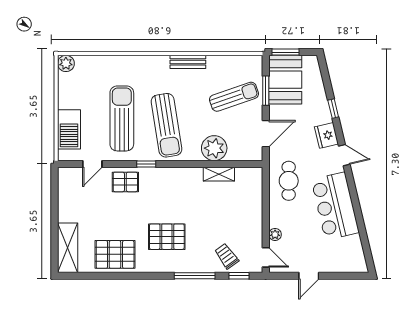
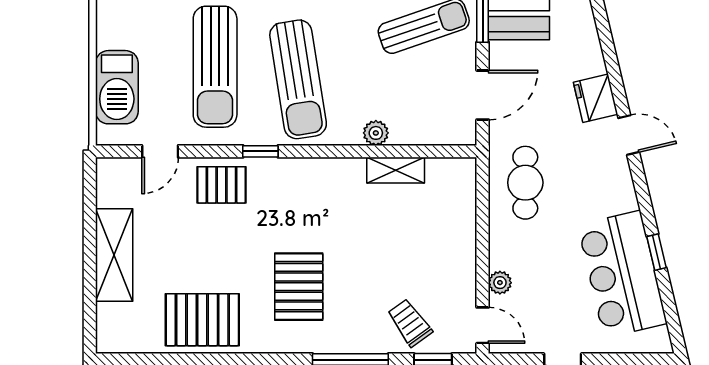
window: (333, 109) -> (656, 252), moved
sun lounger: (122, 118) -> (215, 67), turned 180
plant: (214, 148) -> (376, 133), width x0.53, depth x0.53
bar counter: (335, 206) -> (622, 274), moved
pallet: (167, 237) -> (299, 287), turned 90
shelving: (68, 248) -> (114, 255), moved

